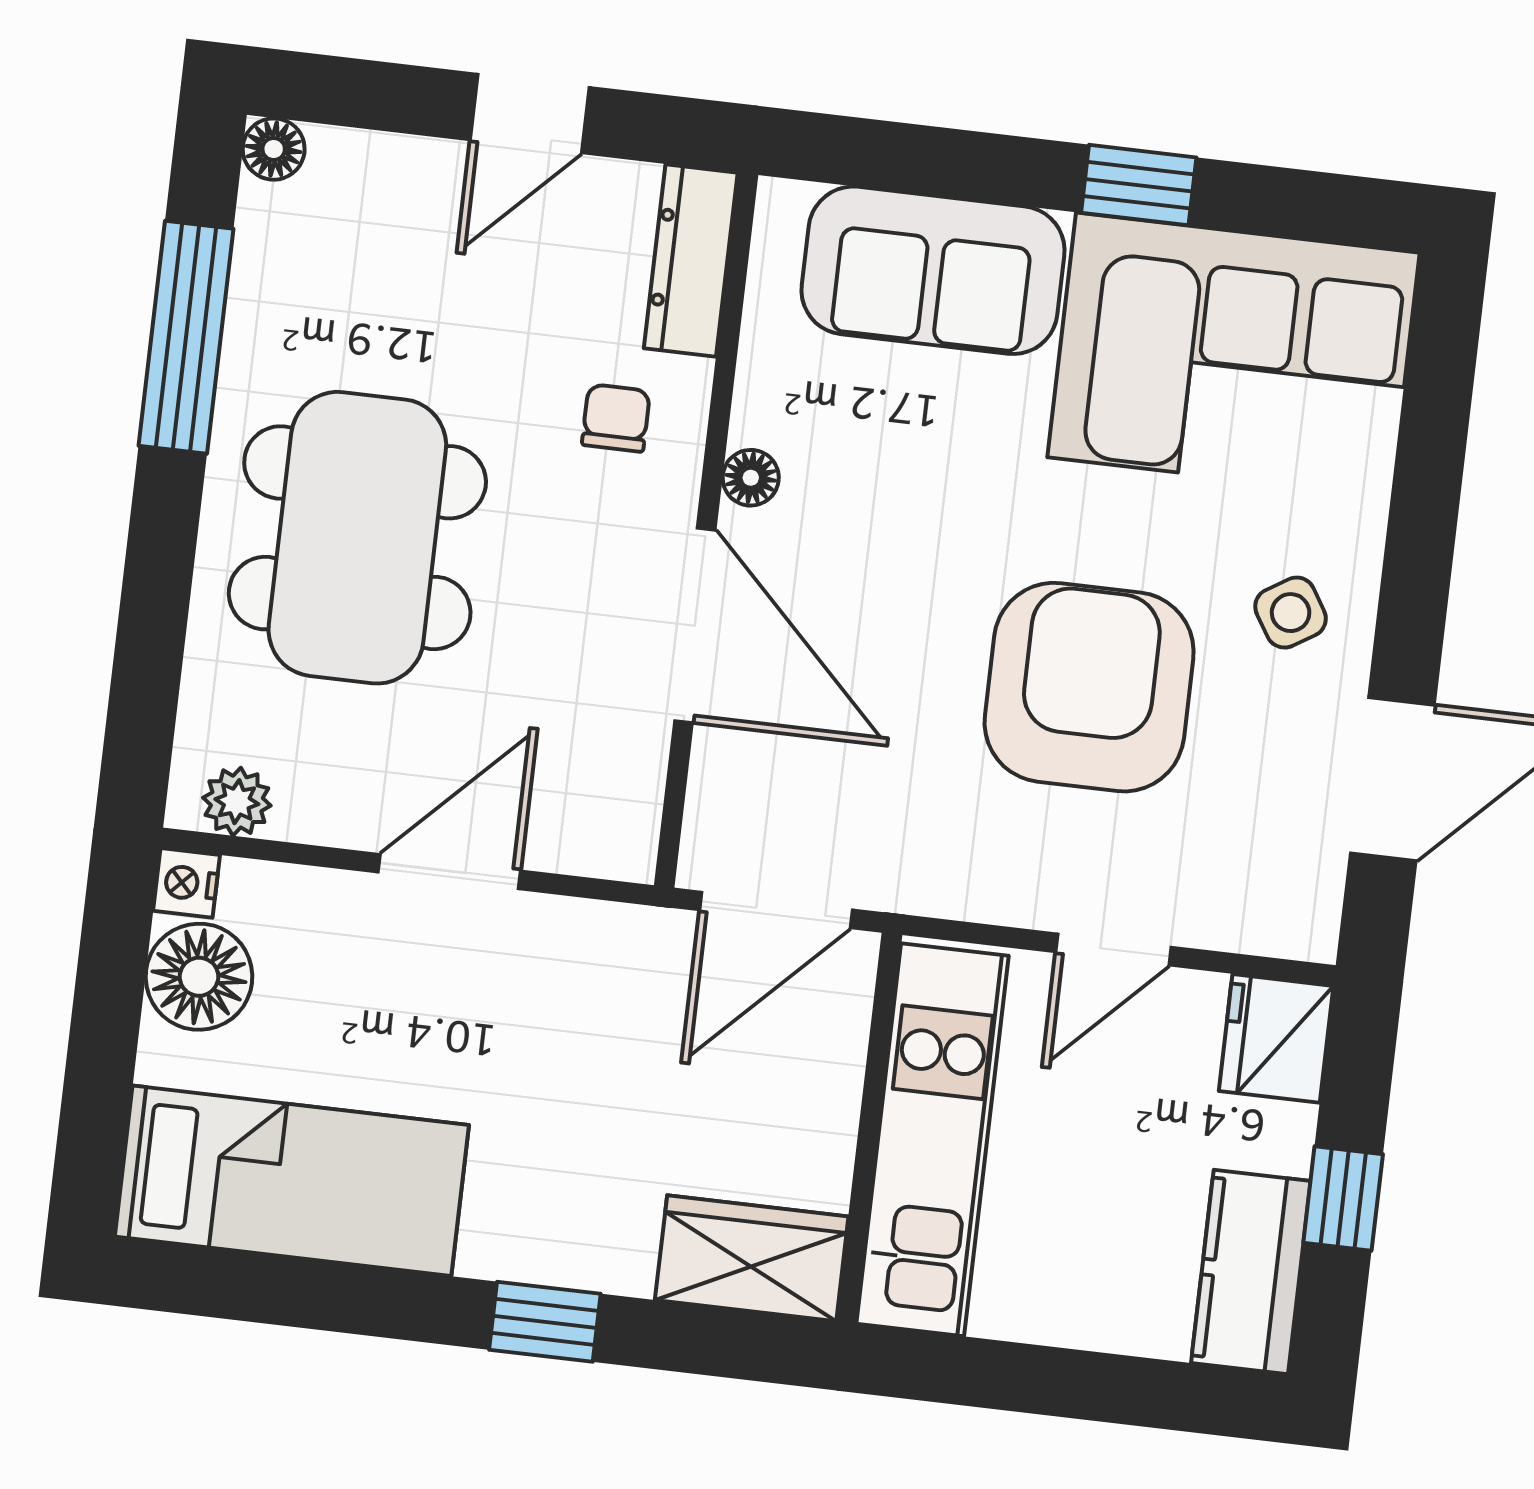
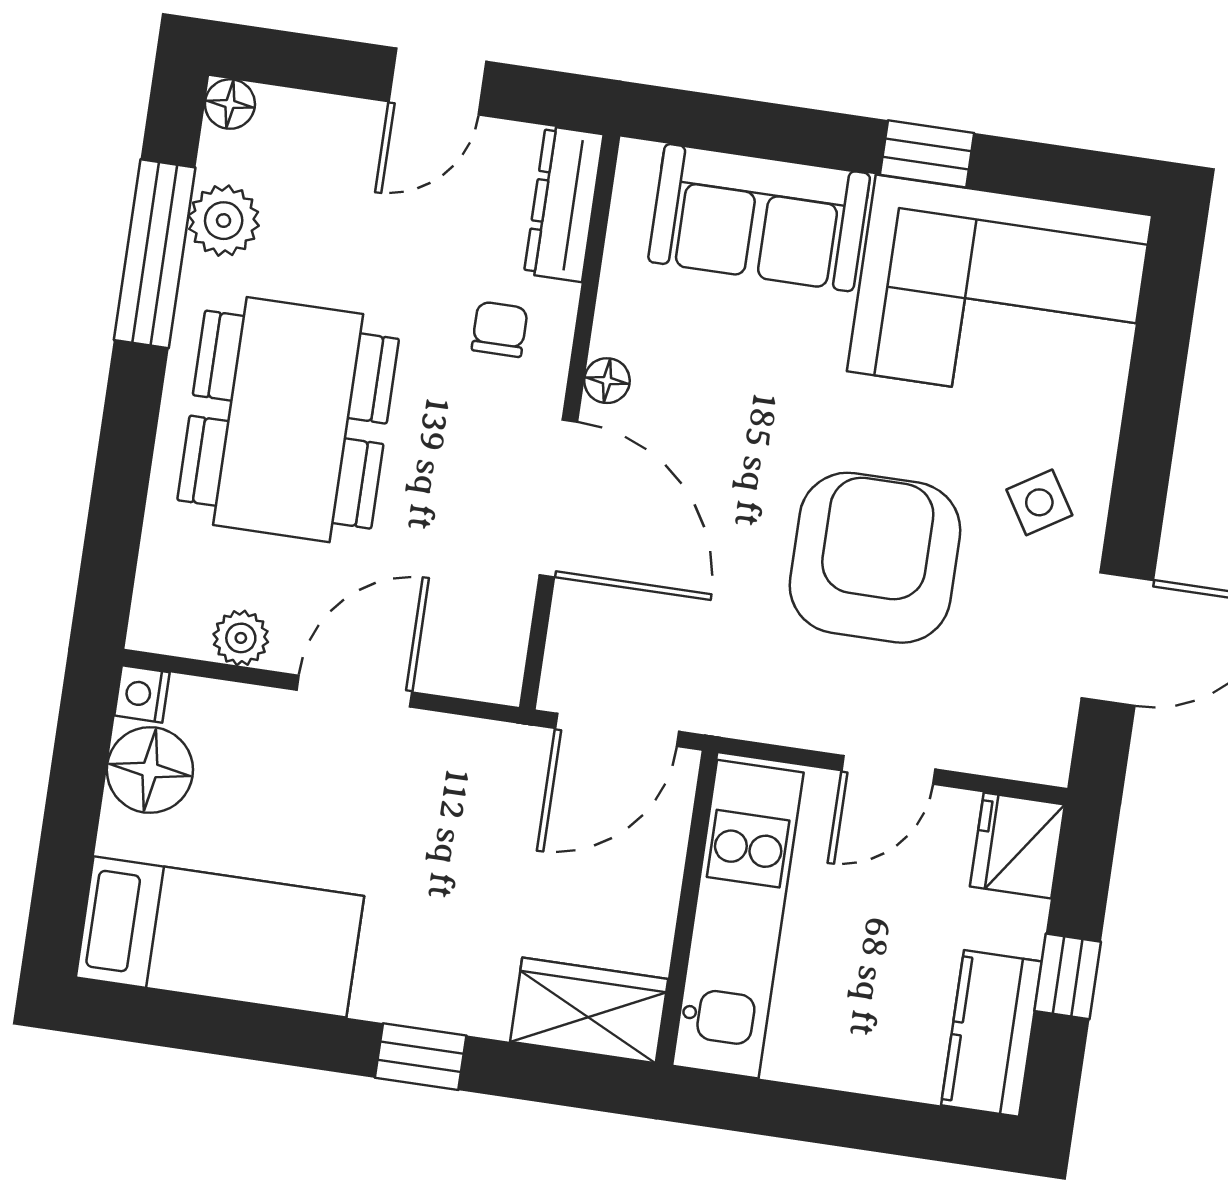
plant: (270, 294) -> (224, 221), added
plant: (237, 802) -> (241, 638), moved

